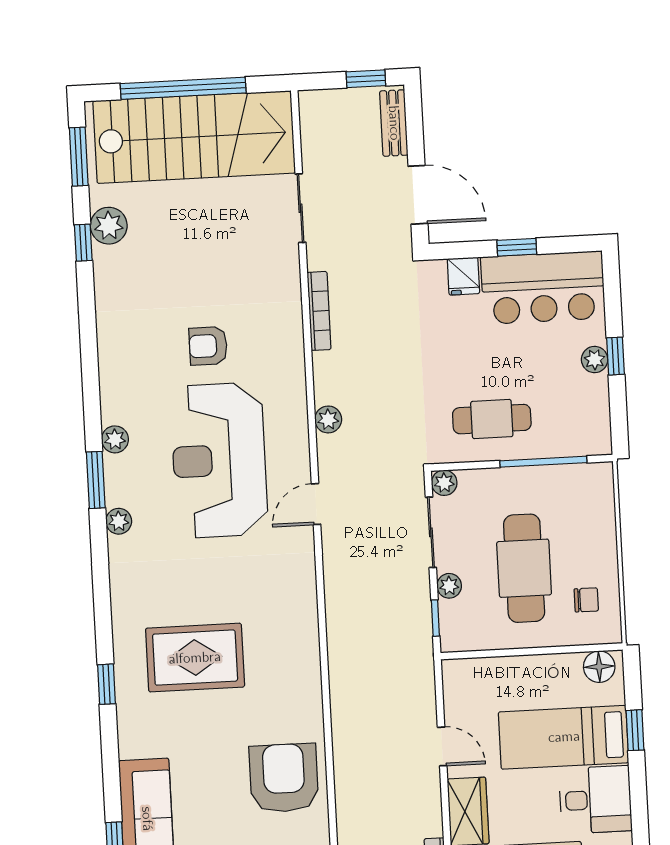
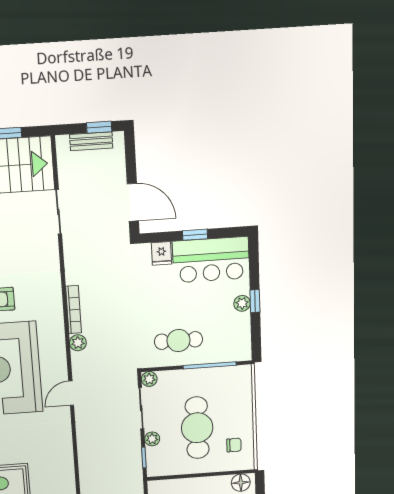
bench: (394, 123) -> (91, 141), moved, turned 90
bookcase: (319, 311) -> (73, 310), moved

